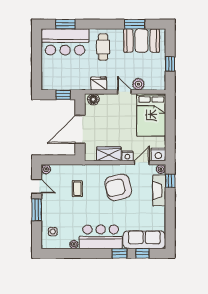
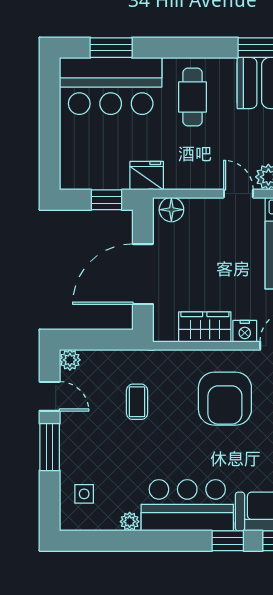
fridge: (99, 84) -> (147, 176), moved
armchair: (118, 187) -> (225, 399), turned -77

